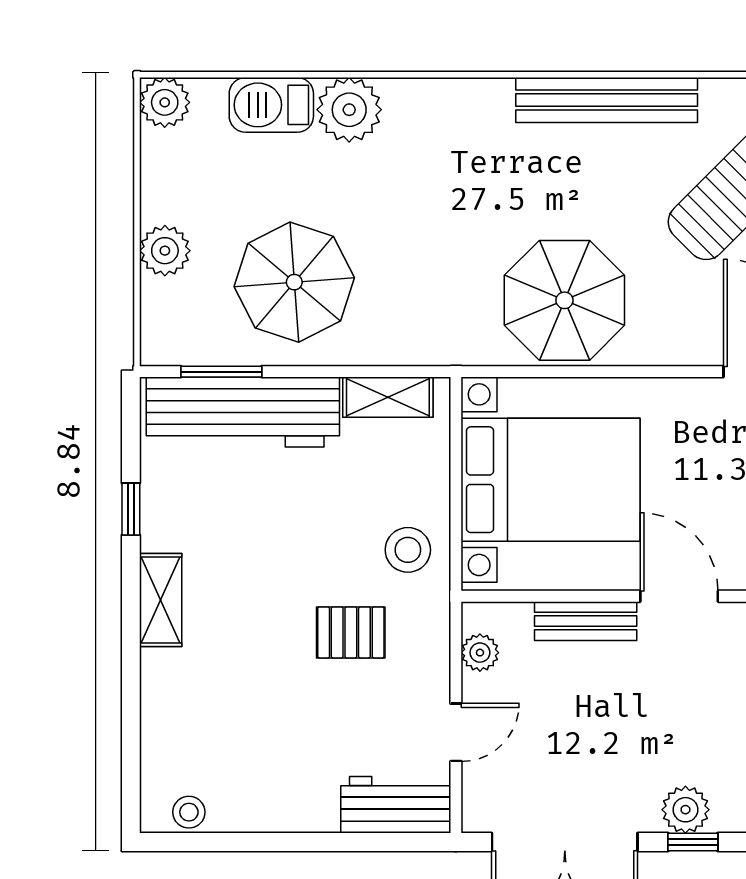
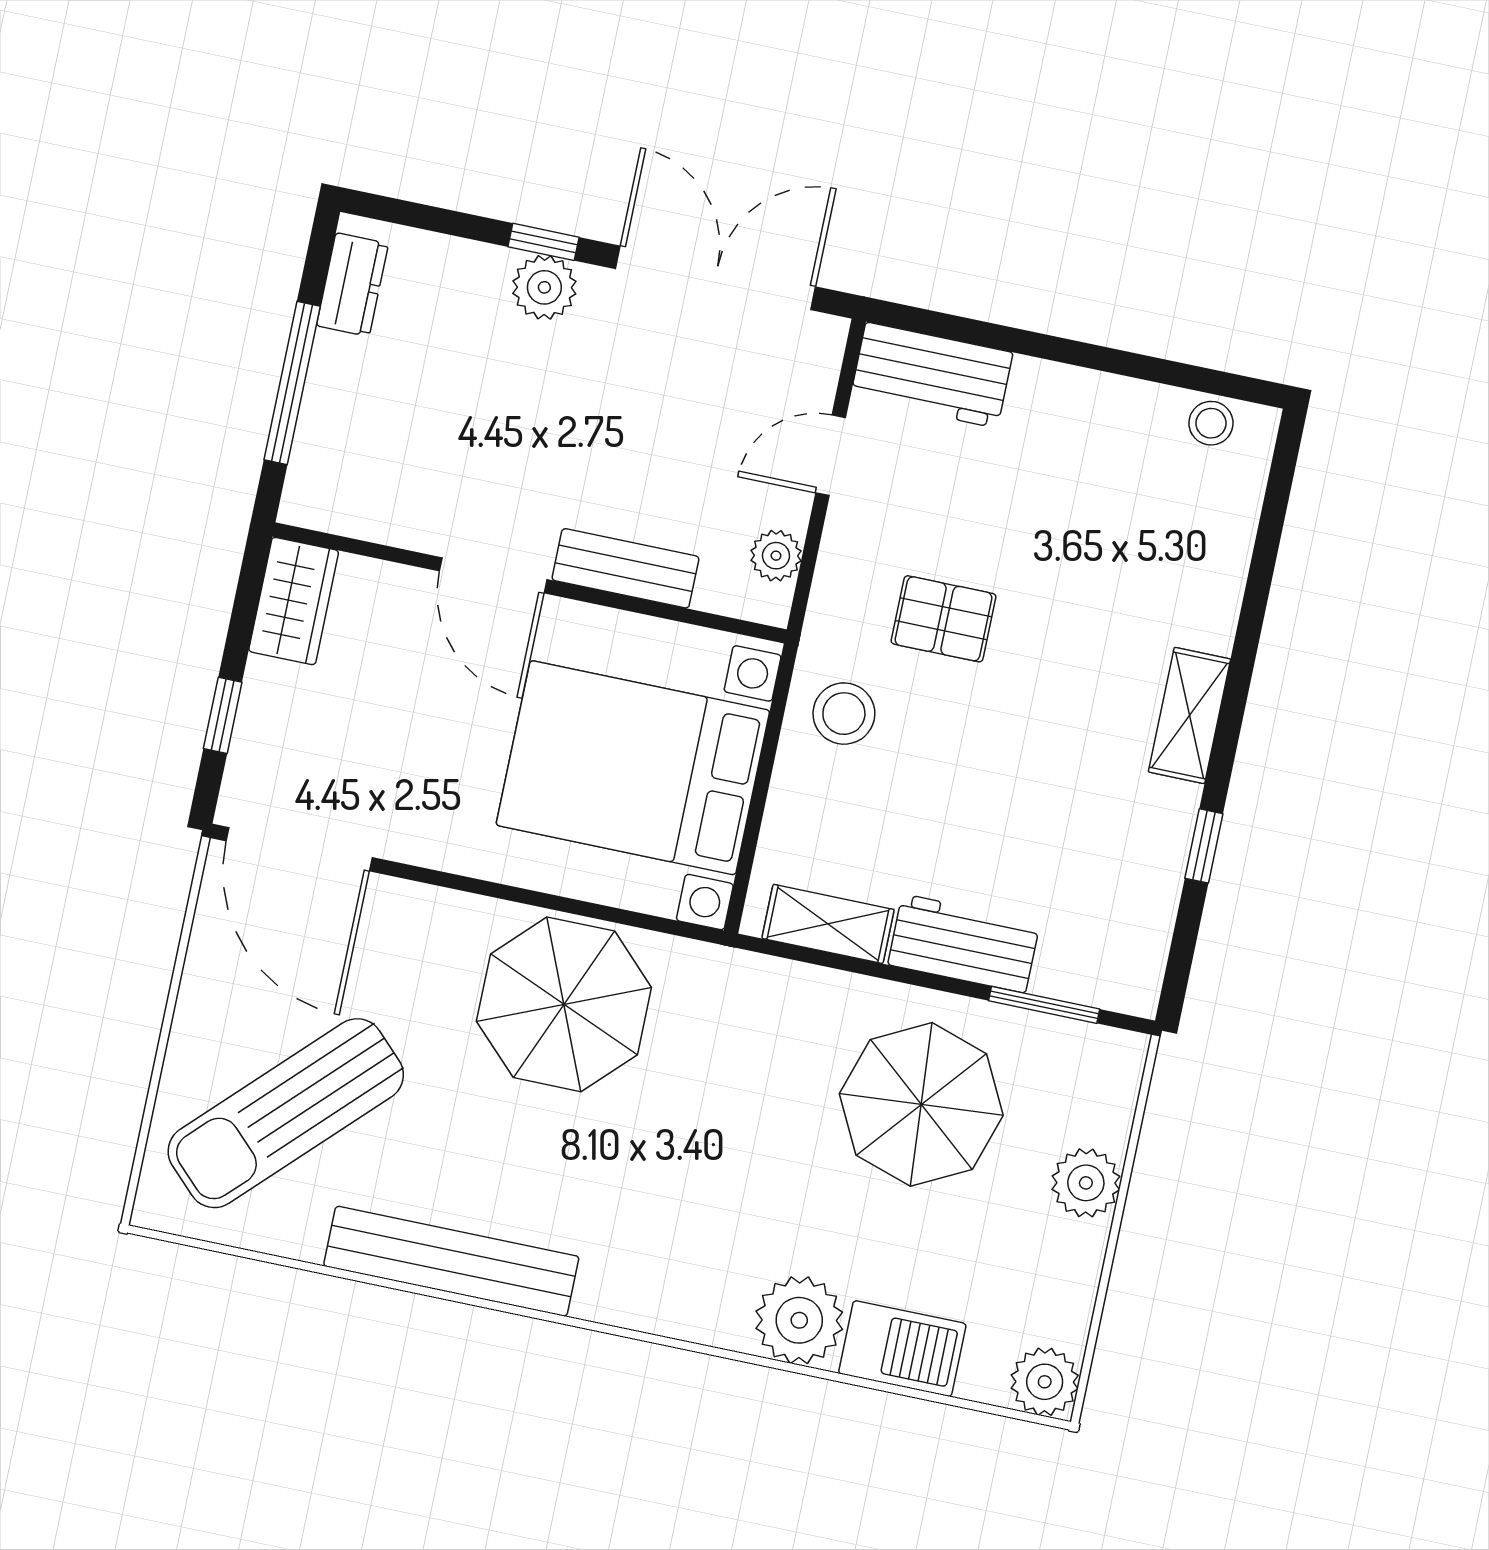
workbench: (243, 412) -> (964, 943), width x0.53, depth x0.76

